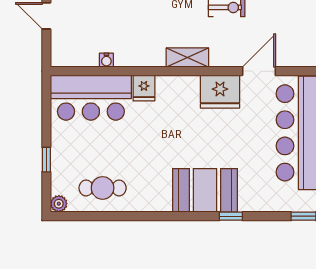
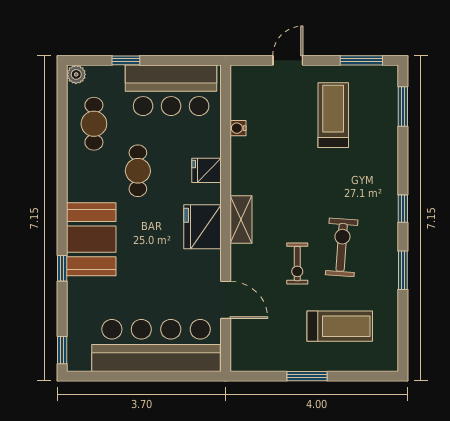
fridge: (220, 92) -> (202, 227), moved
bar counter: (91, 98) -> (171, 90), moved, turned -90
cafe table: (144, 149) -> (138, 171), added

